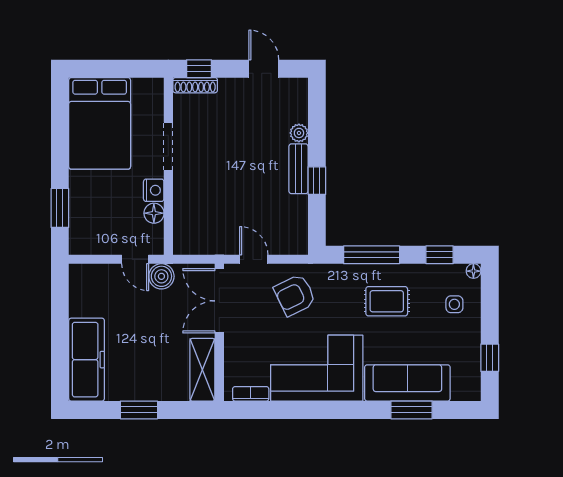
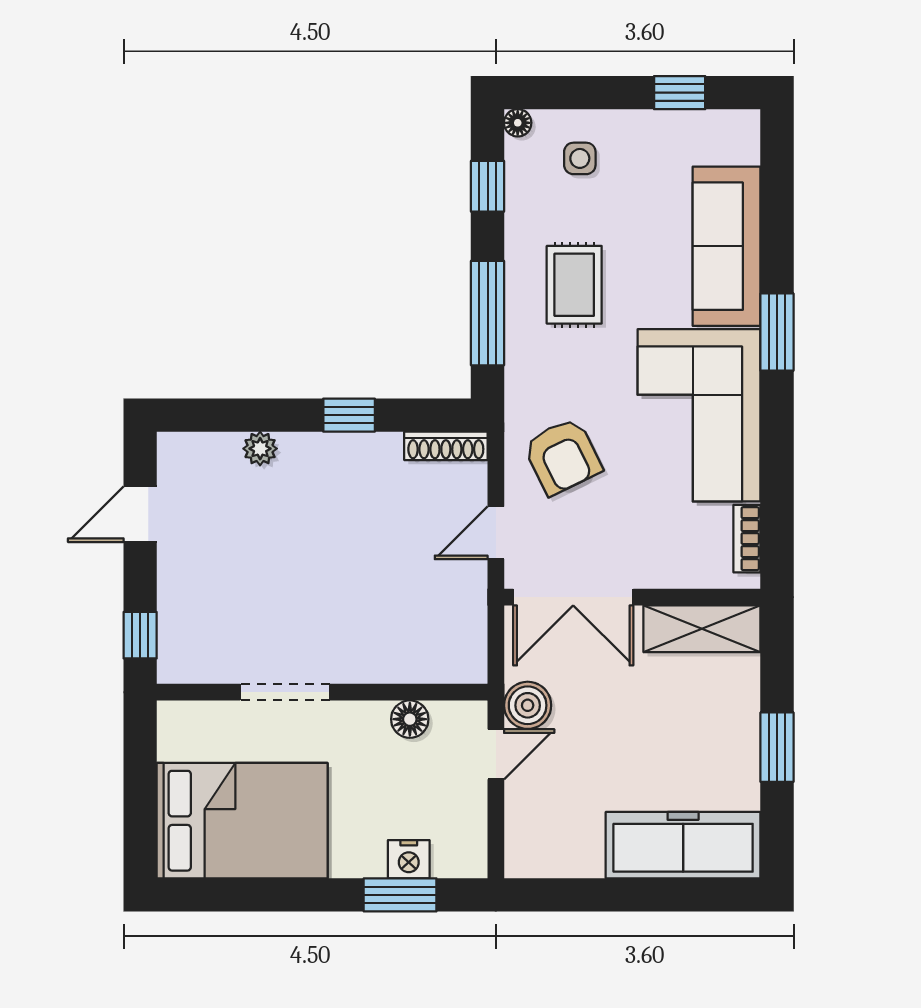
shoe rack: (195, 85) -> (446, 446), moved, turned 90
bench: (298, 169) -> (327, 449), removed
nightstand: (154, 190) -> (409, 859), moved, turned 180
window: (412, 410) -> (777, 332), moved

